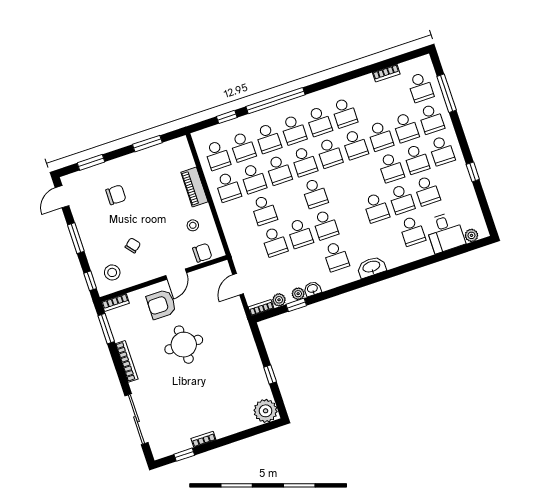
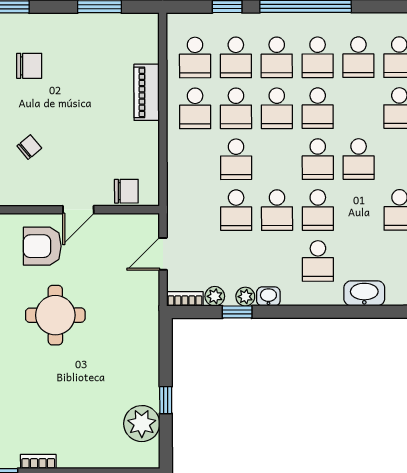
school desk: (330, 153) -> (359, 159), moved
stool: (193, 225) -> (126, 147), removed
plant: (266, 411) -> (142, 424), moved

